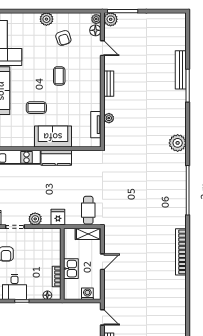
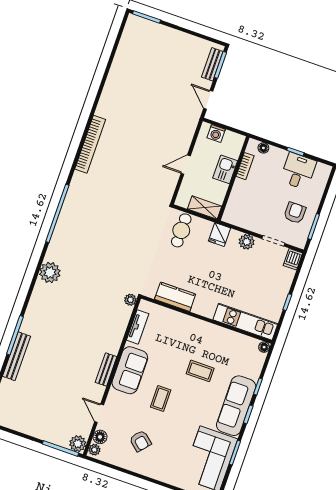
plant: (46, 19) -> (152, 470), removed
armchair: (63, 38) -> (140, 441), turned 149
plant: (109, 118) -> (130, 300), moved
sofa: (53, 137) -> (130, 370), moved, turned -90
kitchen counter: (56, 158) -> (175, 297), moved
shelving: (88, 234) -> (205, 208), moved

